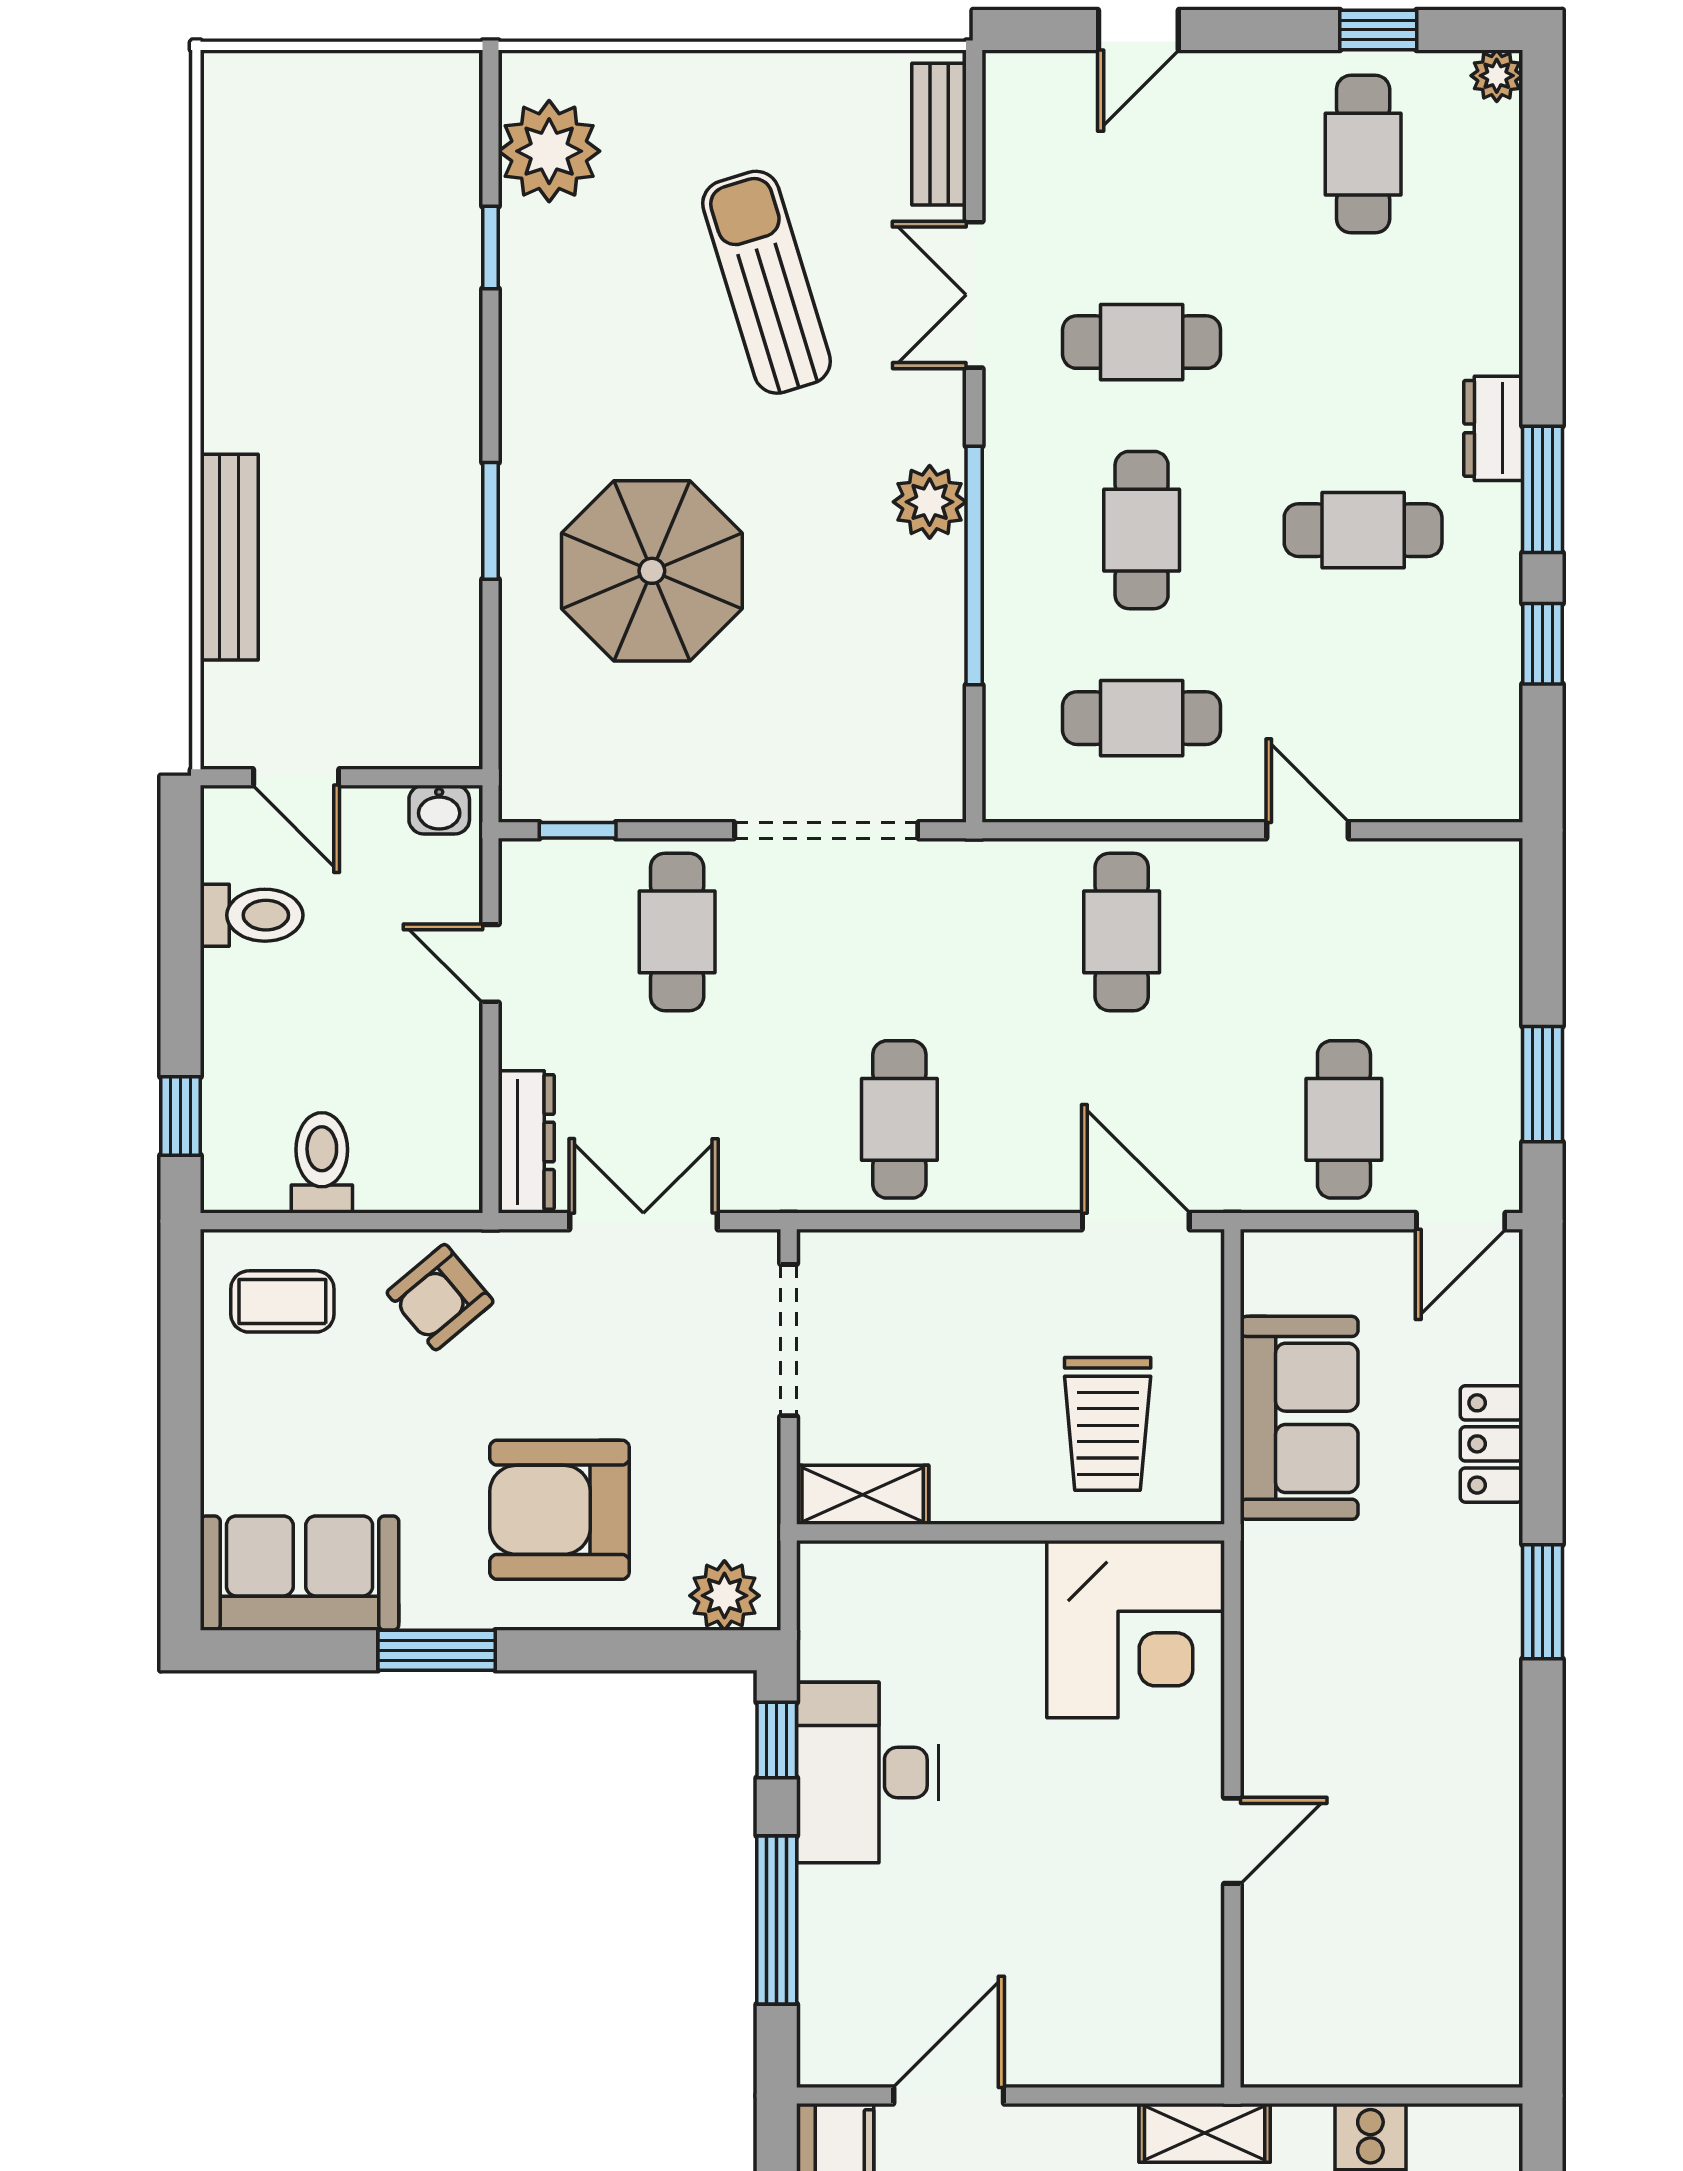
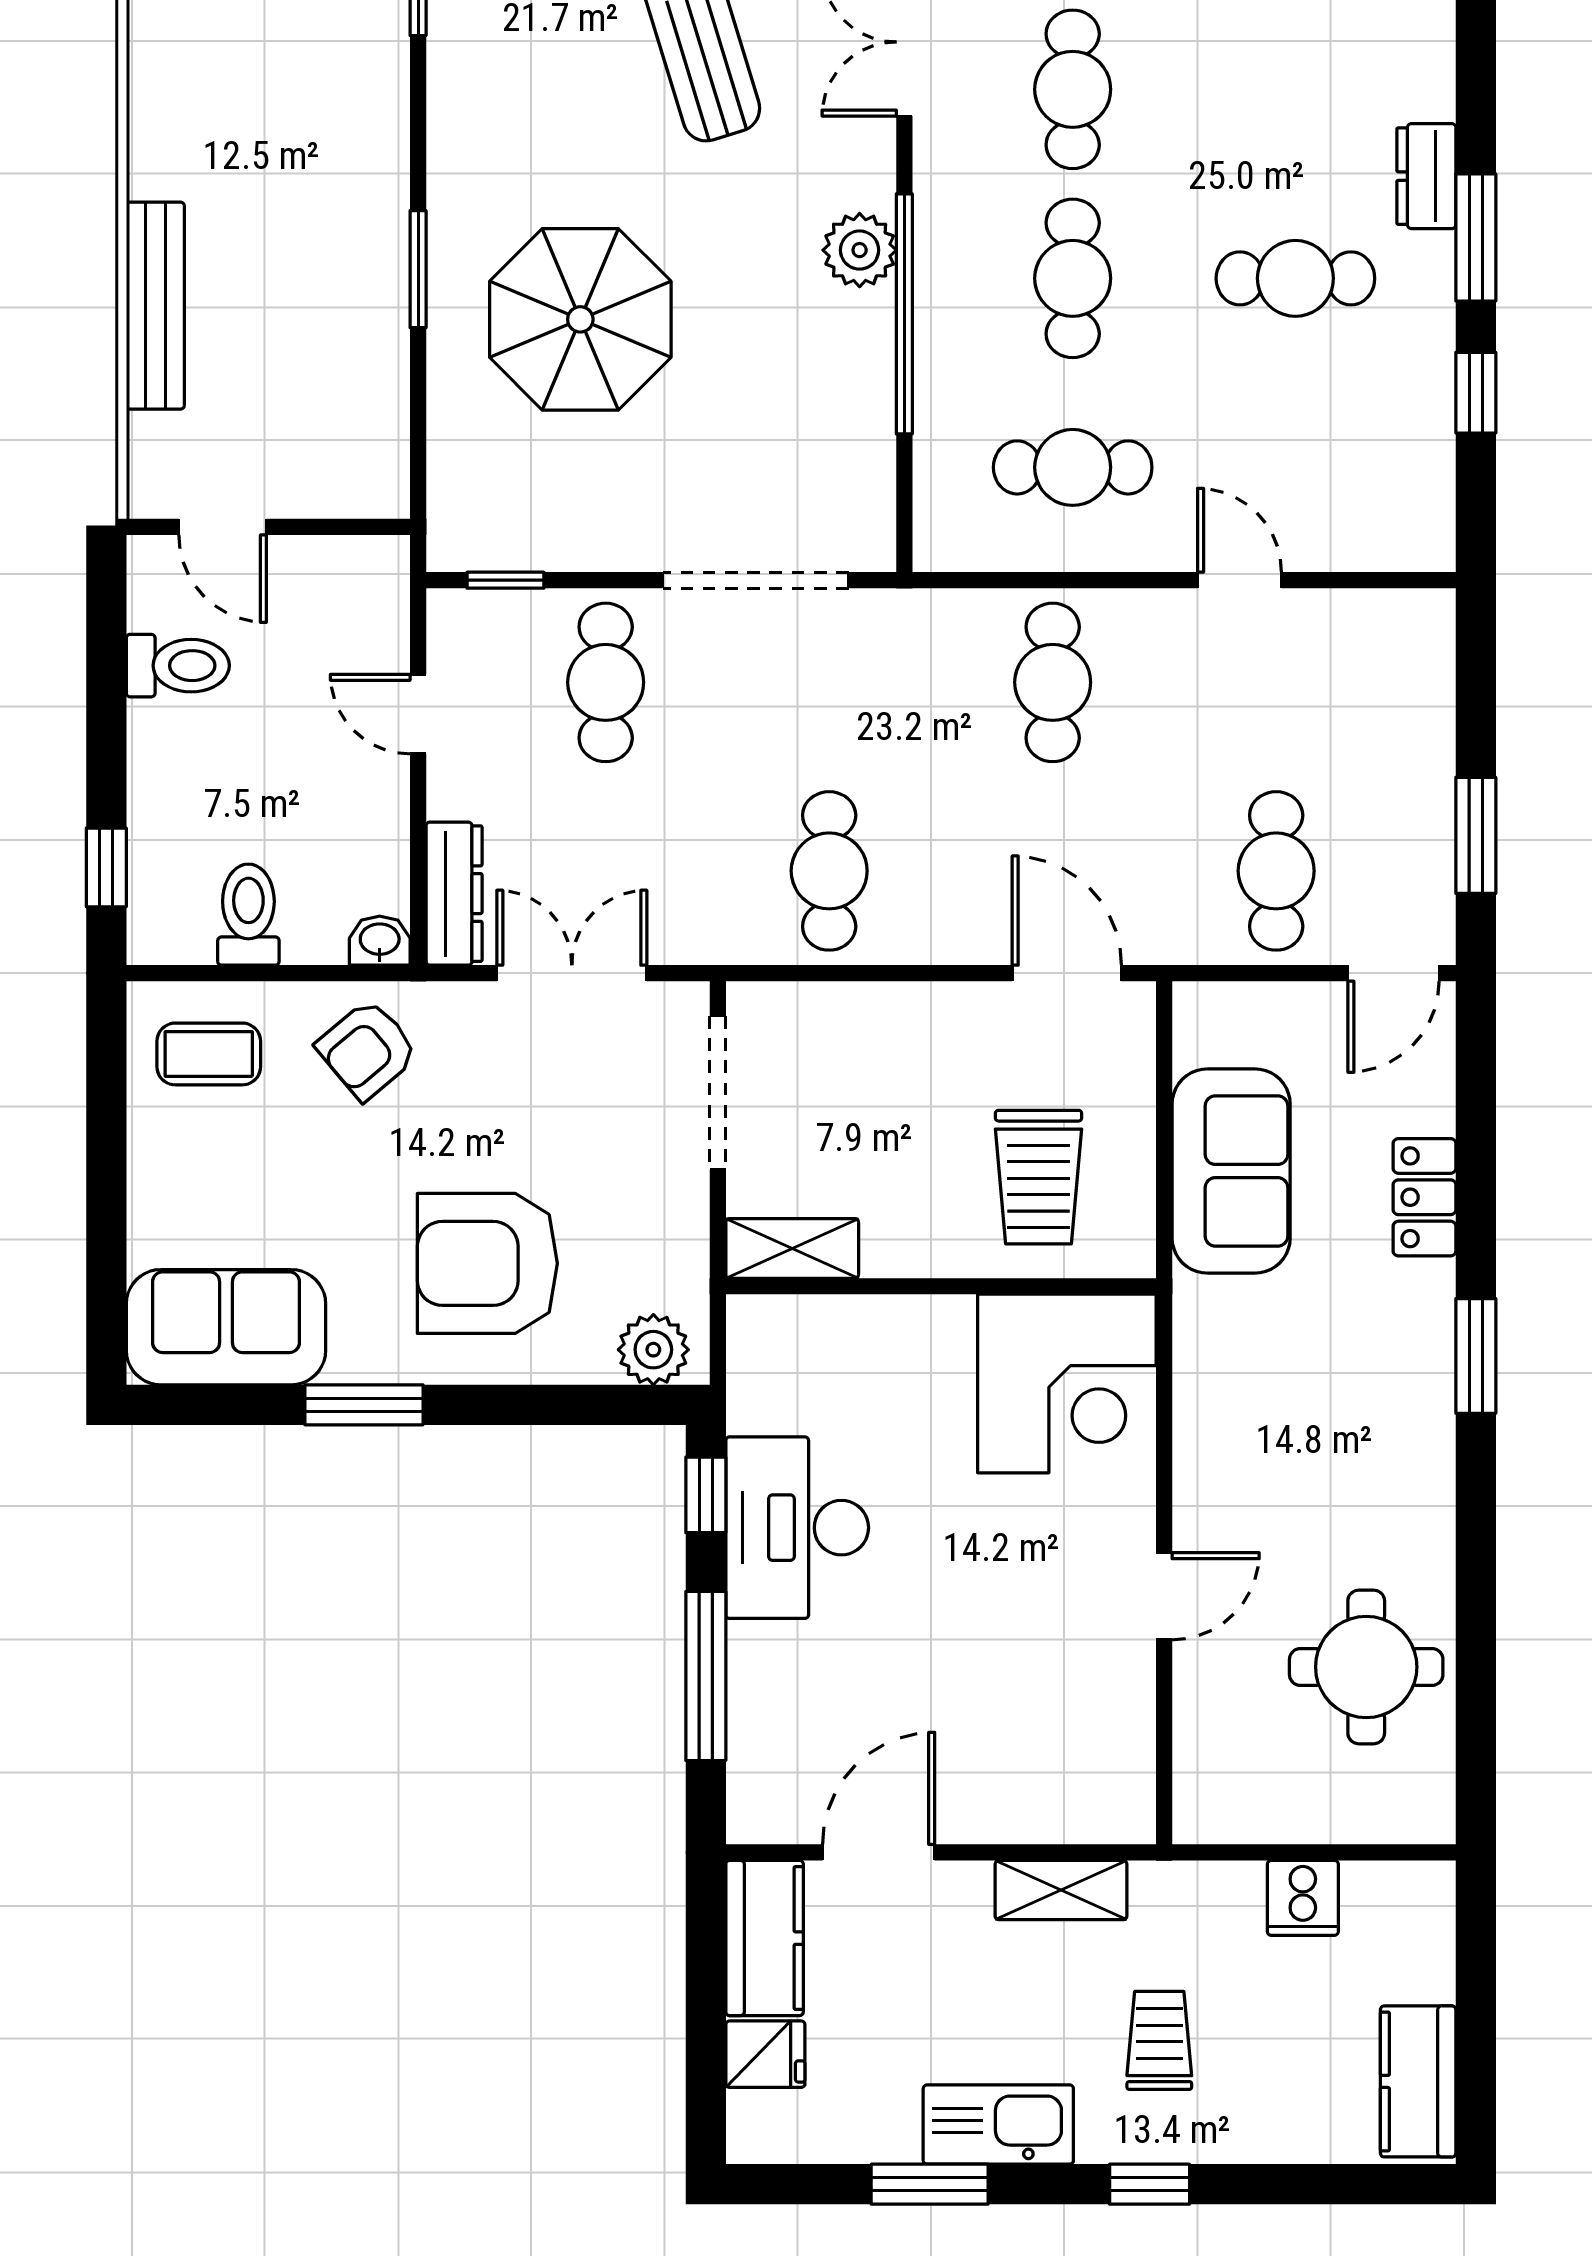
cafe table: (1142, 342) -> (1073, 89), turned 90
washbasin: (439, 810) -> (380, 941), moved, turned 180
round table: (1433, 1911) -> (1366, 1667), added
shelving: (1205, 2133) -> (1061, 1890), moved

